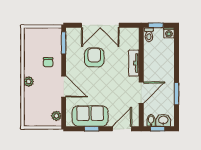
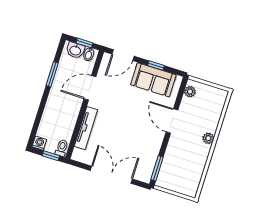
armchair: (94, 57) -> (129, 142), removed
chair: (48, 62) -> (180, 153), removed
tv unit: (134, 63) -> (86, 128), width x1.41

